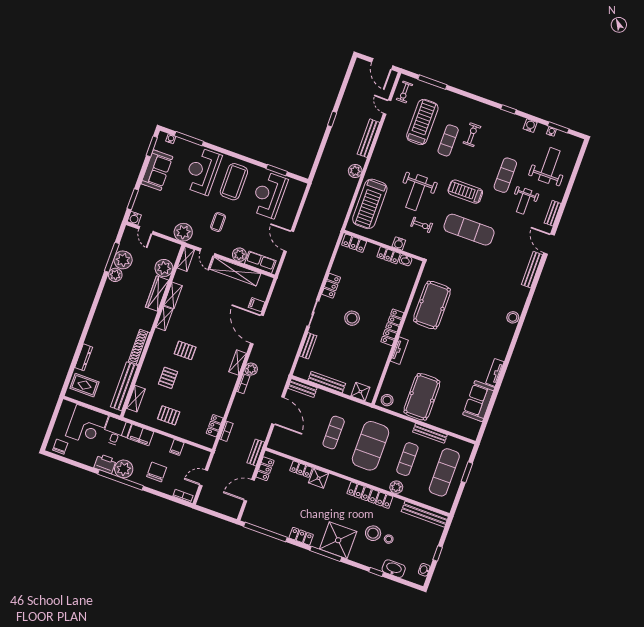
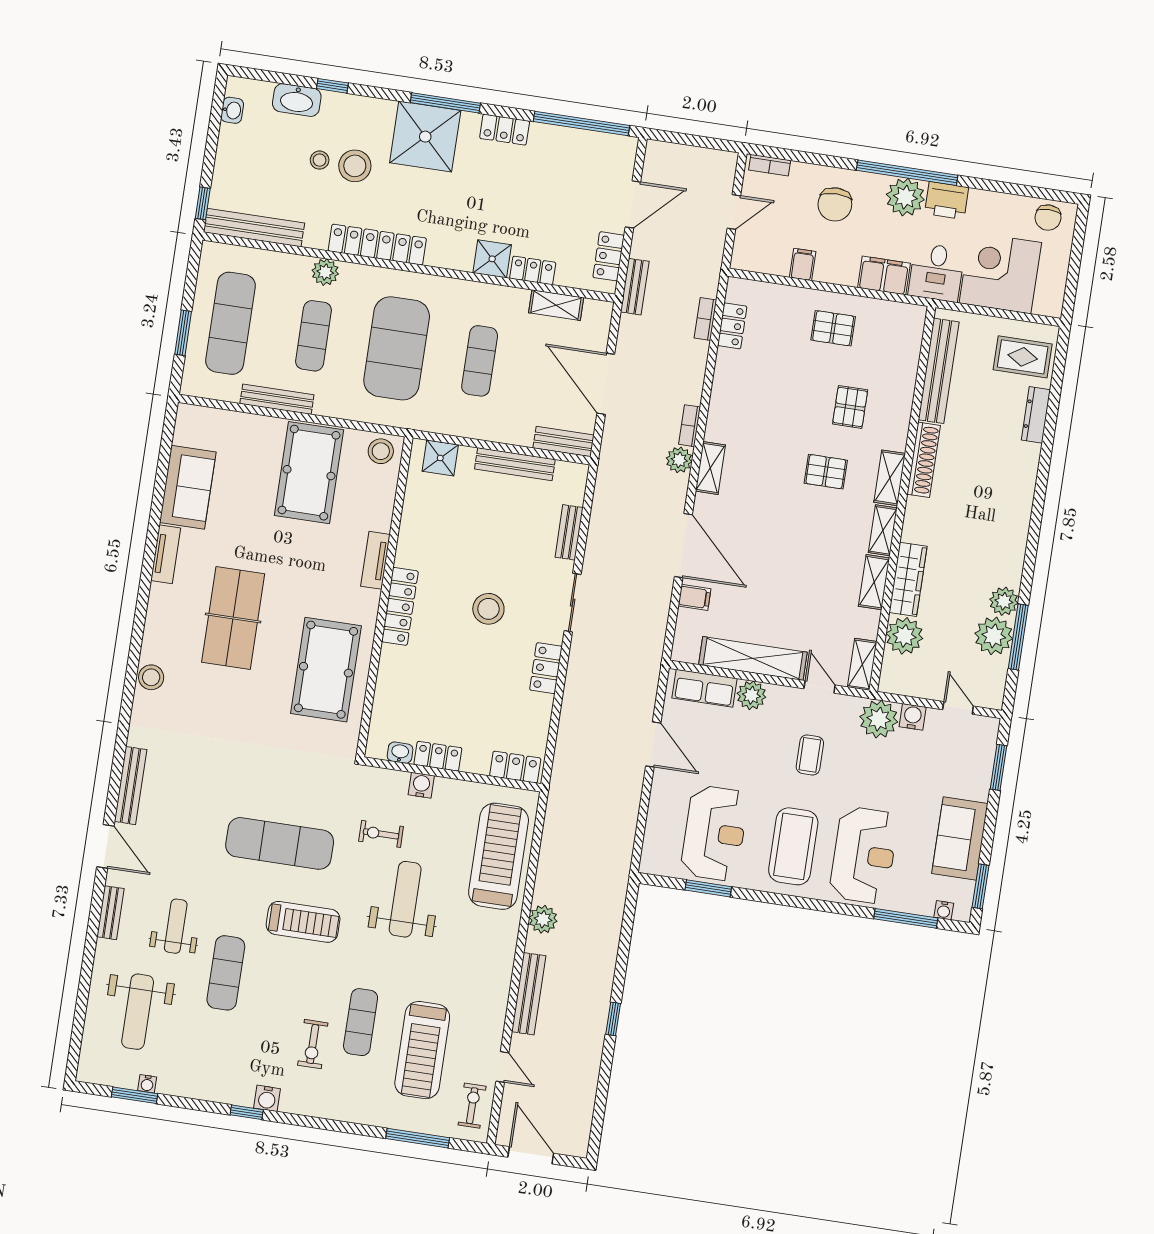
water cooler: (530, 126) -> (267, 1098), moved
water cooler: (134, 218) -> (913, 717), moved
table tennis table: (470, 337) -> (233, 618), added
shelving: (136, 399) -> (890, 478), moved
shelving: (293, 451) -> (556, 305), added
window: (438, 553) -> (203, 203), moved

